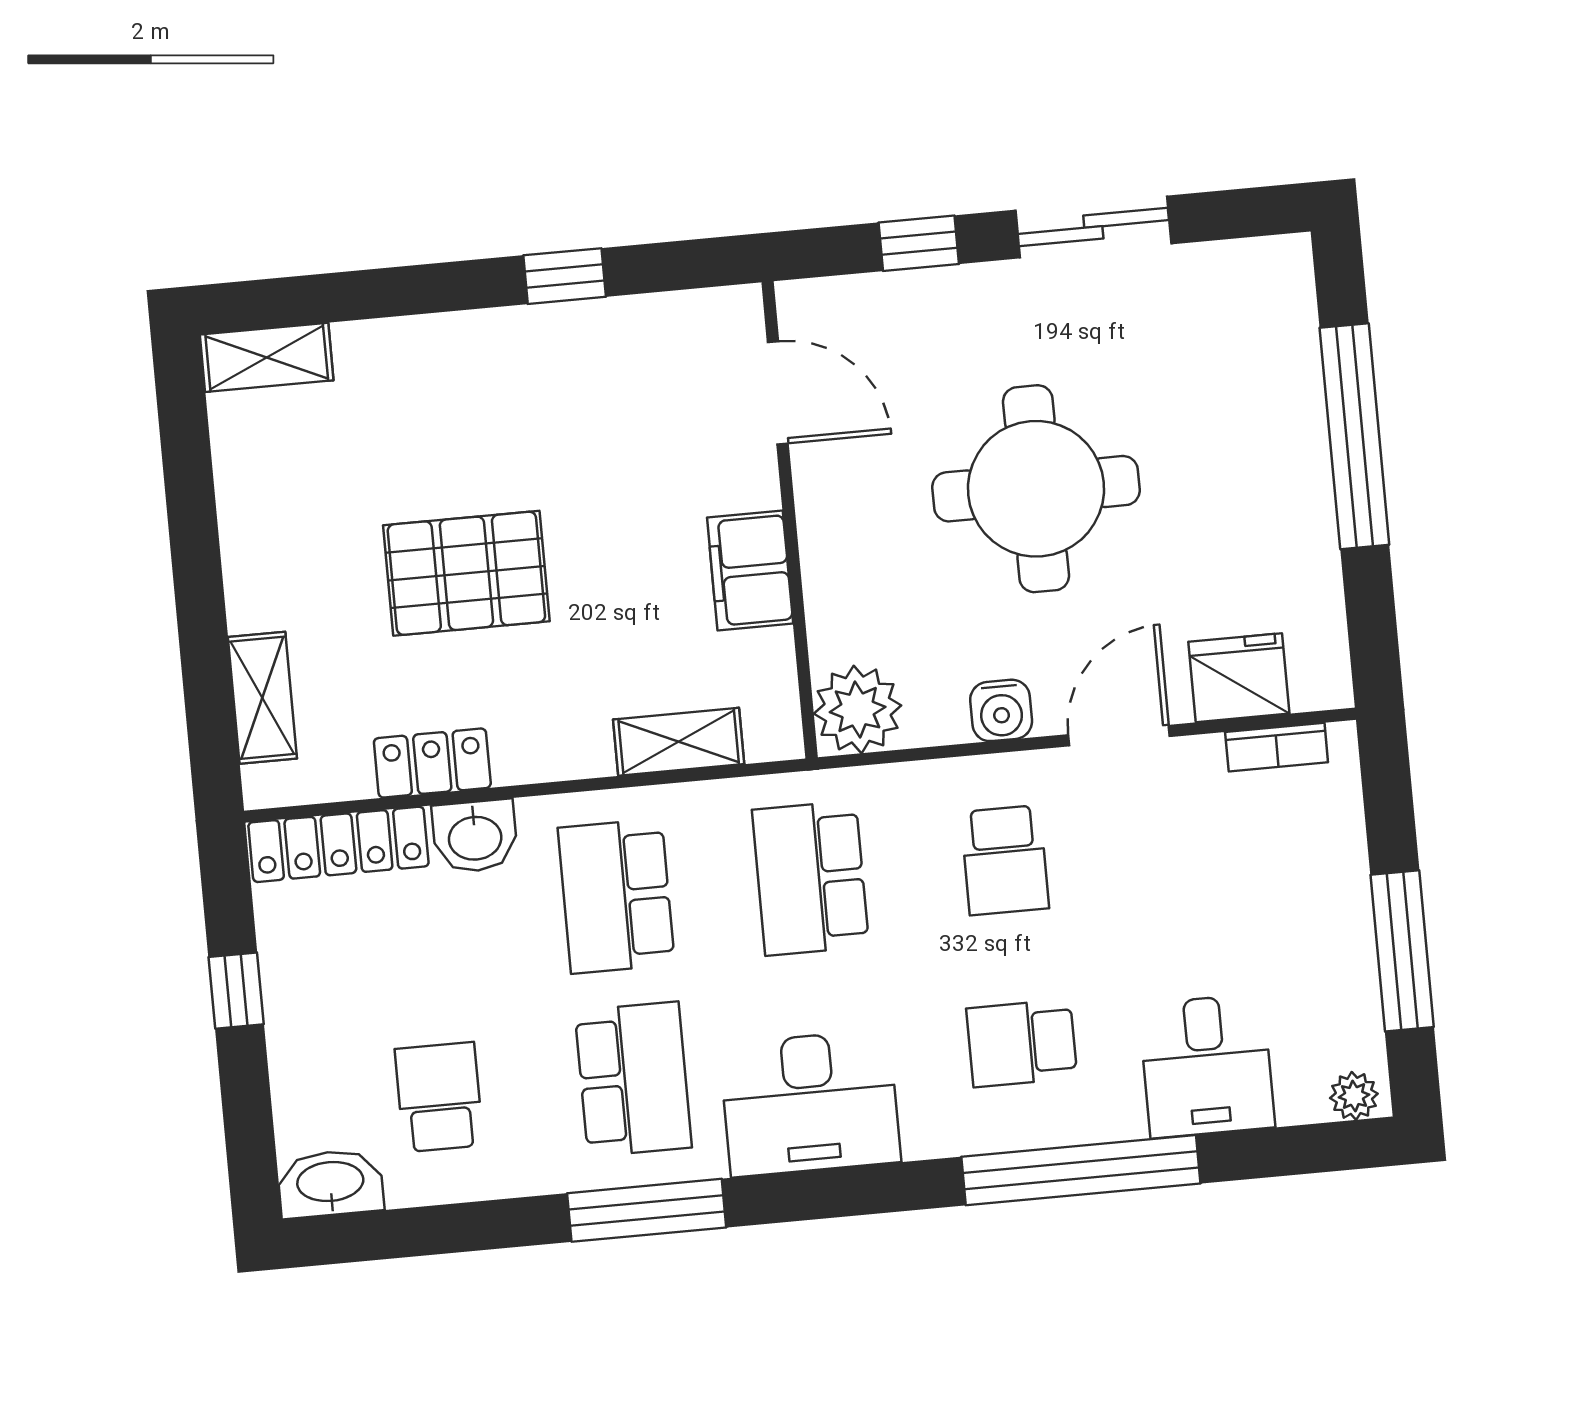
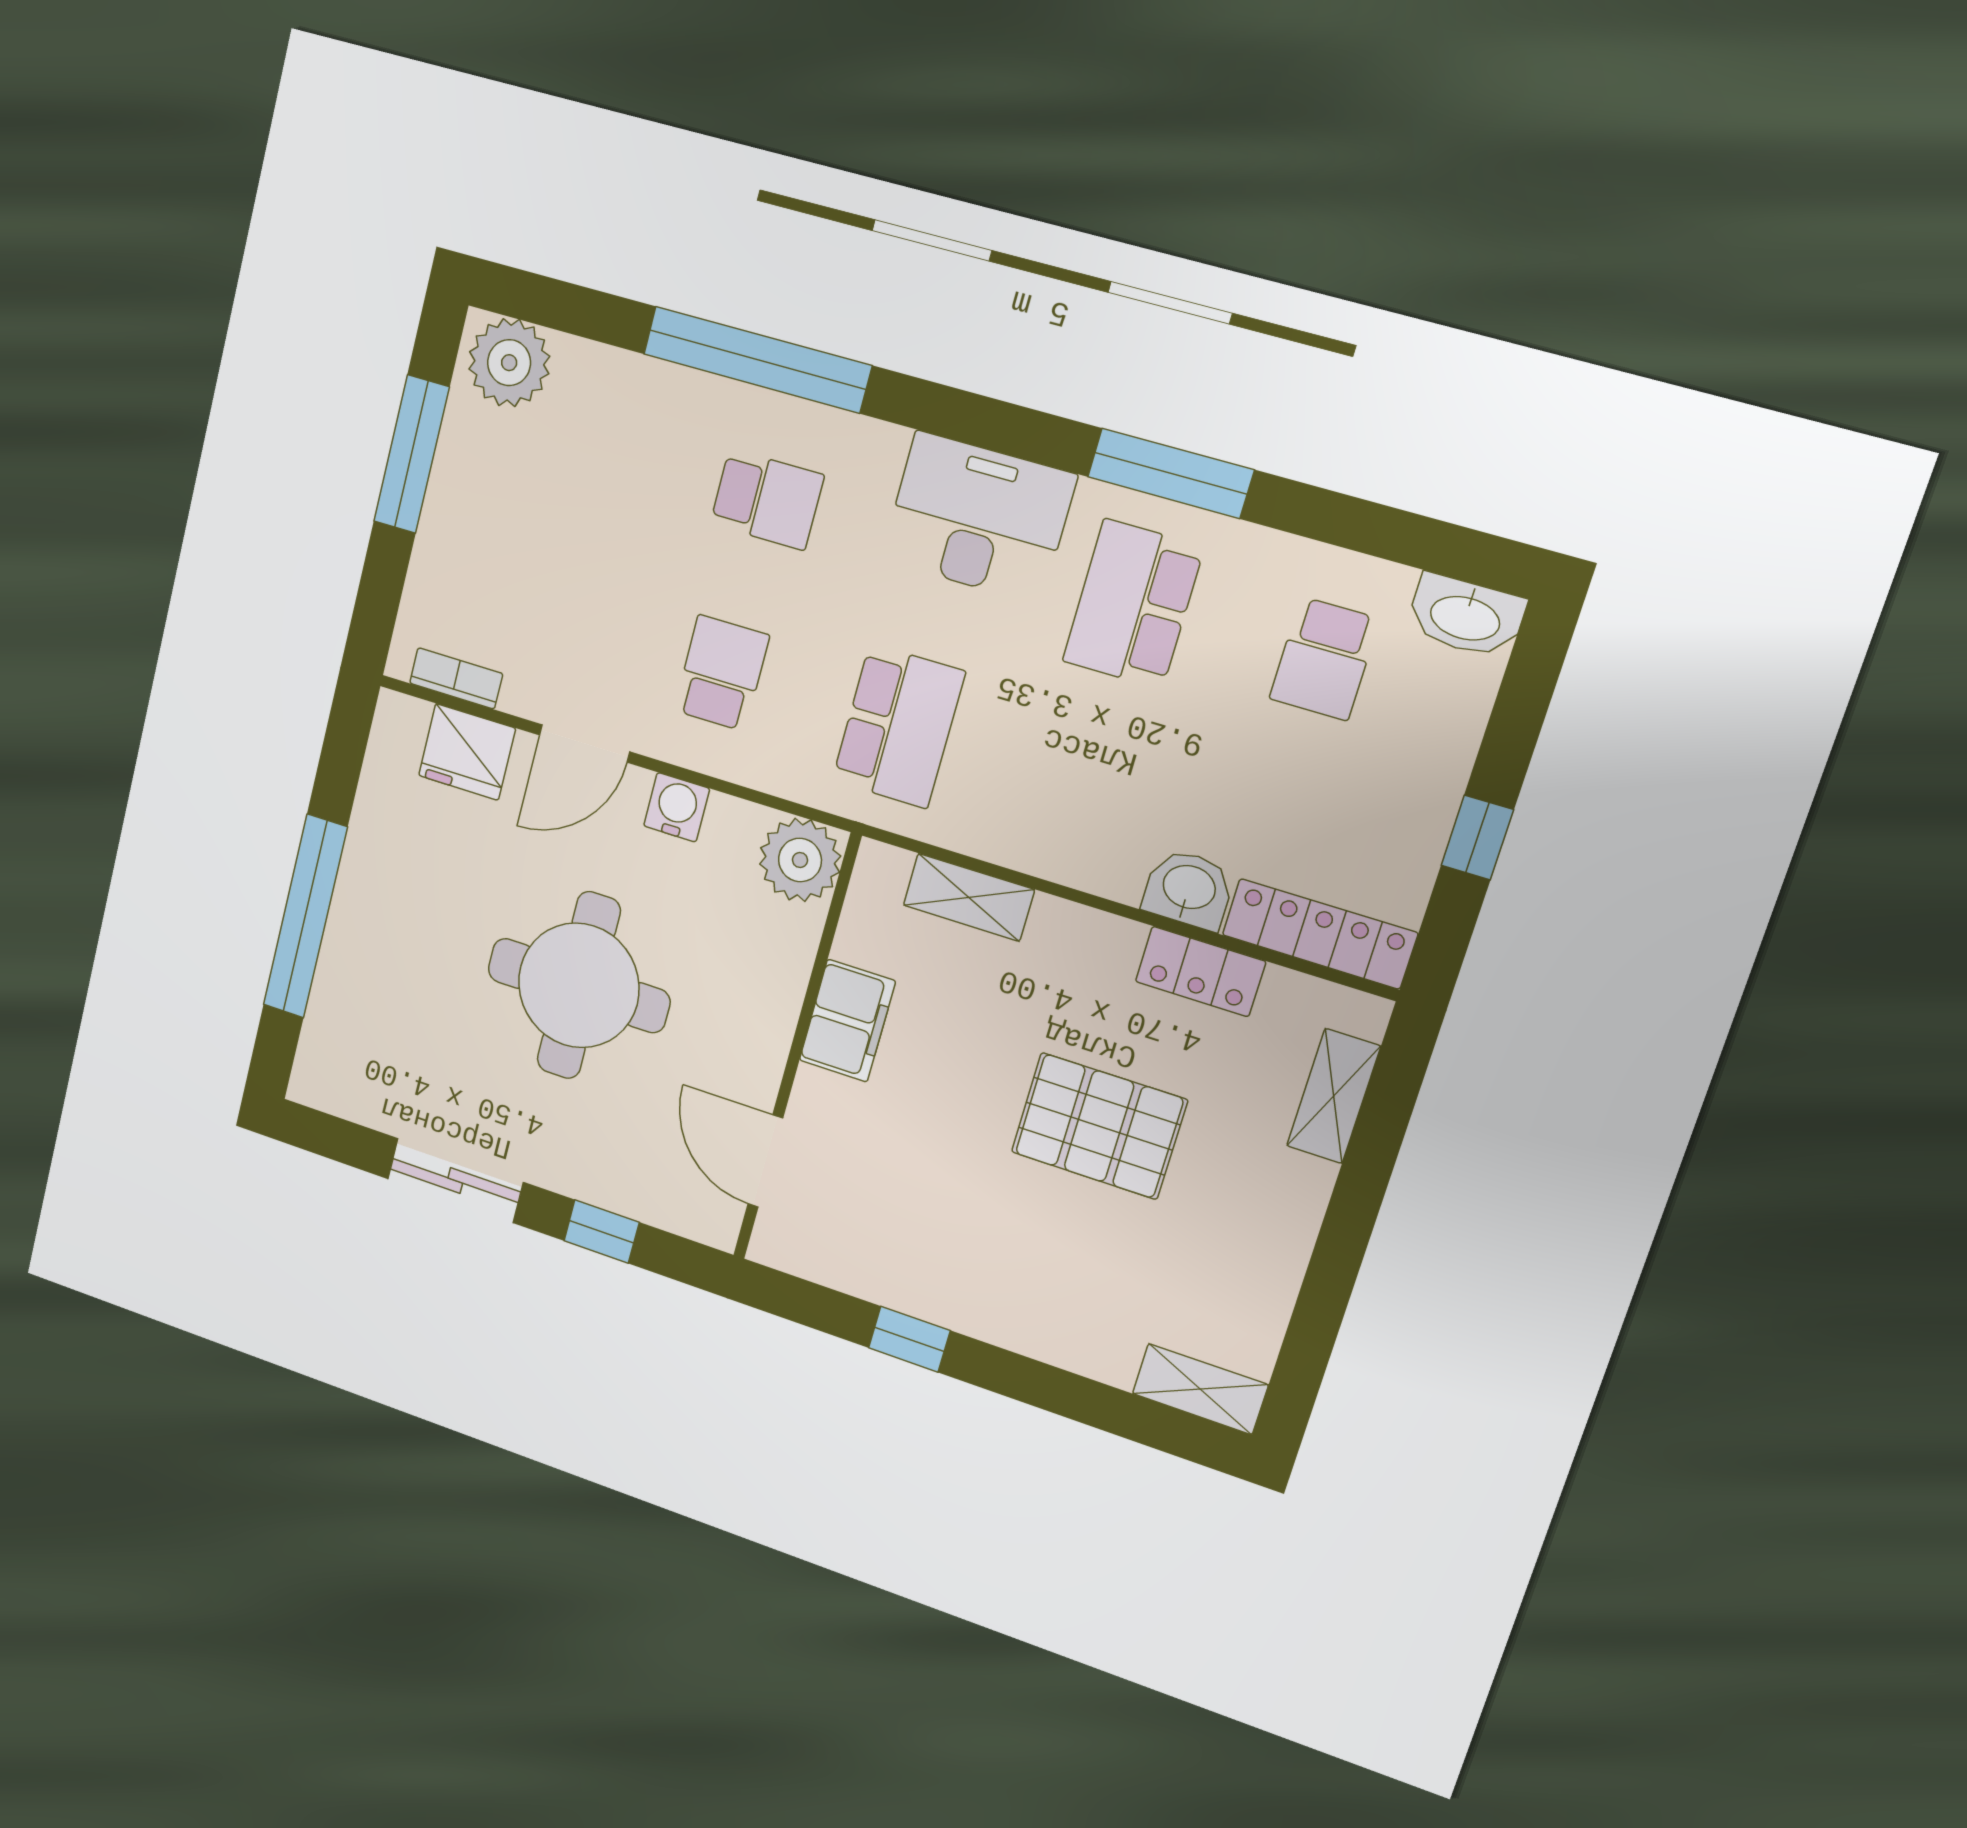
school desk: (616, 896) -> (1081, 781), removed
desk: (1207, 1066) -> (613, 415), removed
plant: (1354, 1096) -> (509, 363), width x1.87, depth x1.87

